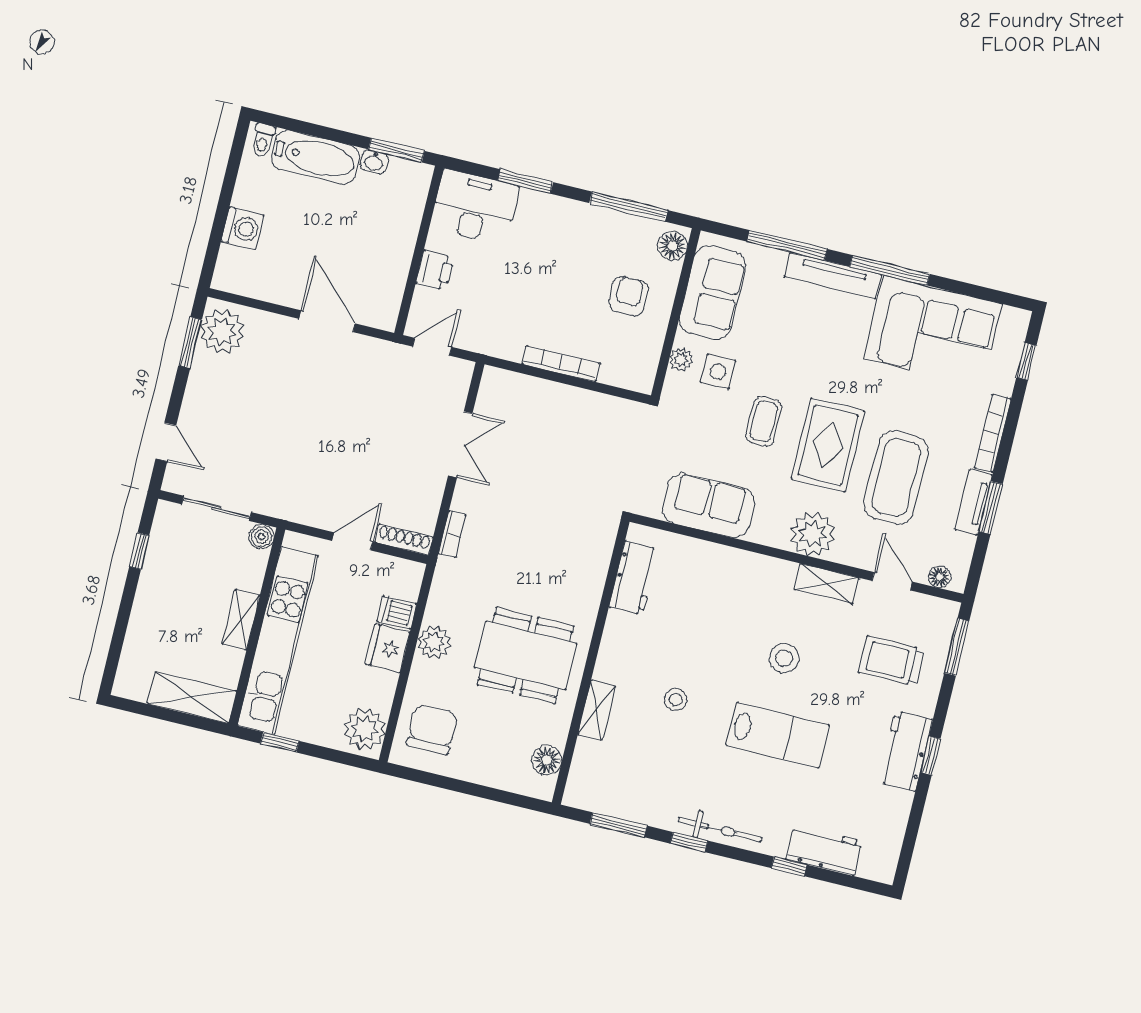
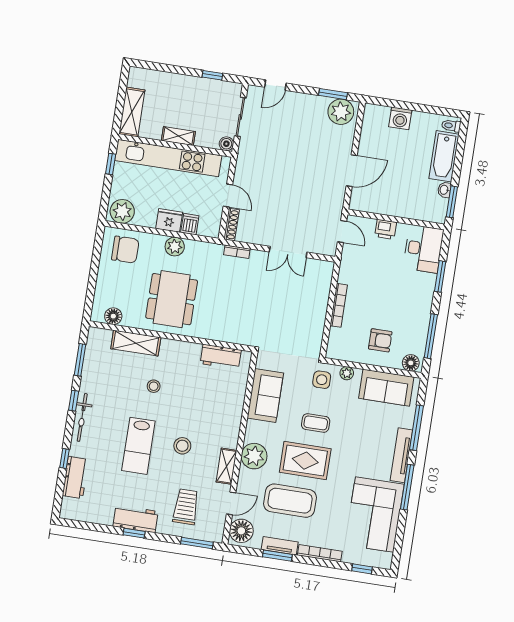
side table: (718, 372) -> (322, 380), moved
floor lamp: (940, 577) -> (241, 531), width x1.89, depth x1.89
shelving: (597, 710) -> (136, 343), width x1.50, depth x1.33

